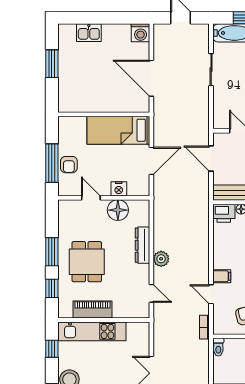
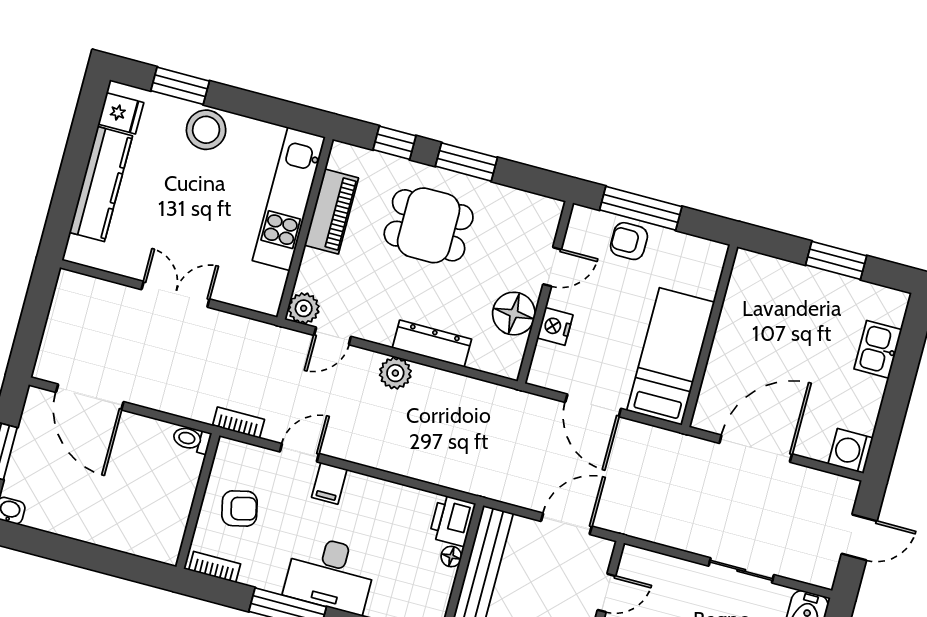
plant: (142, 311) -> (304, 308), added
window: (52, 349) -> (276, 111), removed

